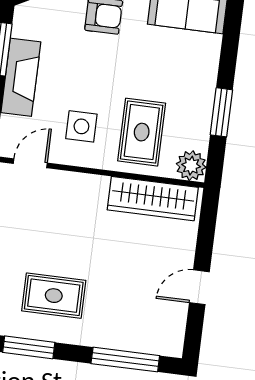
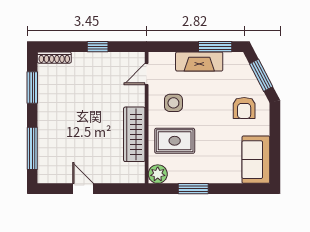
door: (30, 163) -> (147, 74), swing flipped
wardrobe: (153, 199) -> (134, 134), moved
rug: (54, 296) -> (66, 99), removed

